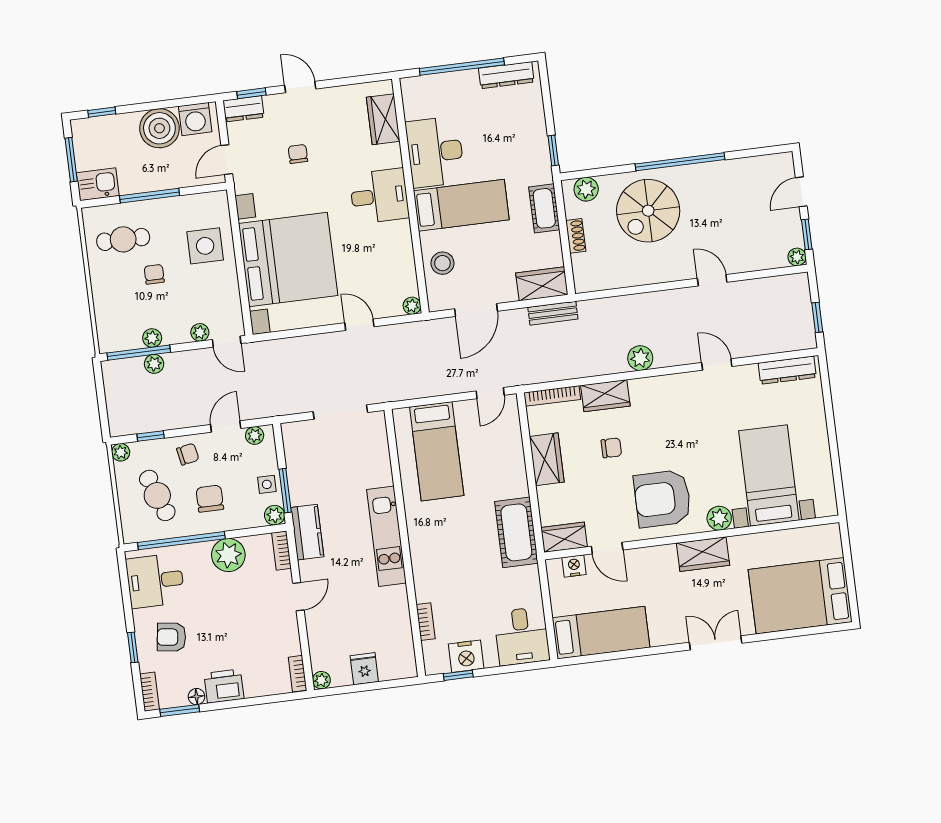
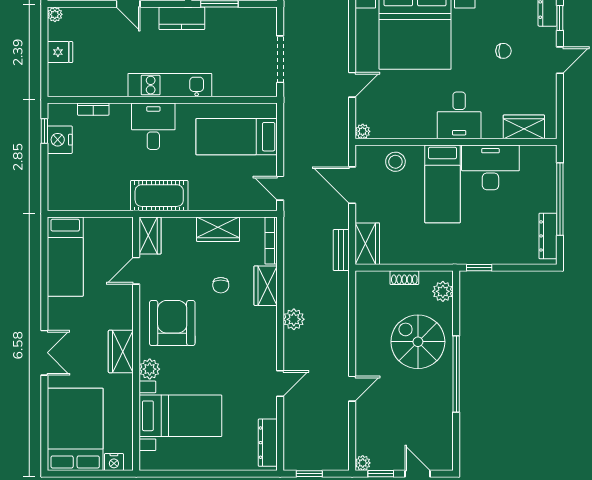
cot: (544, 208) -> (431, 254), removed
nightstand: (574, 566) -> (114, 462), moved, turned 90
desk: (522, 636) -> (153, 126), moved, turned 90

